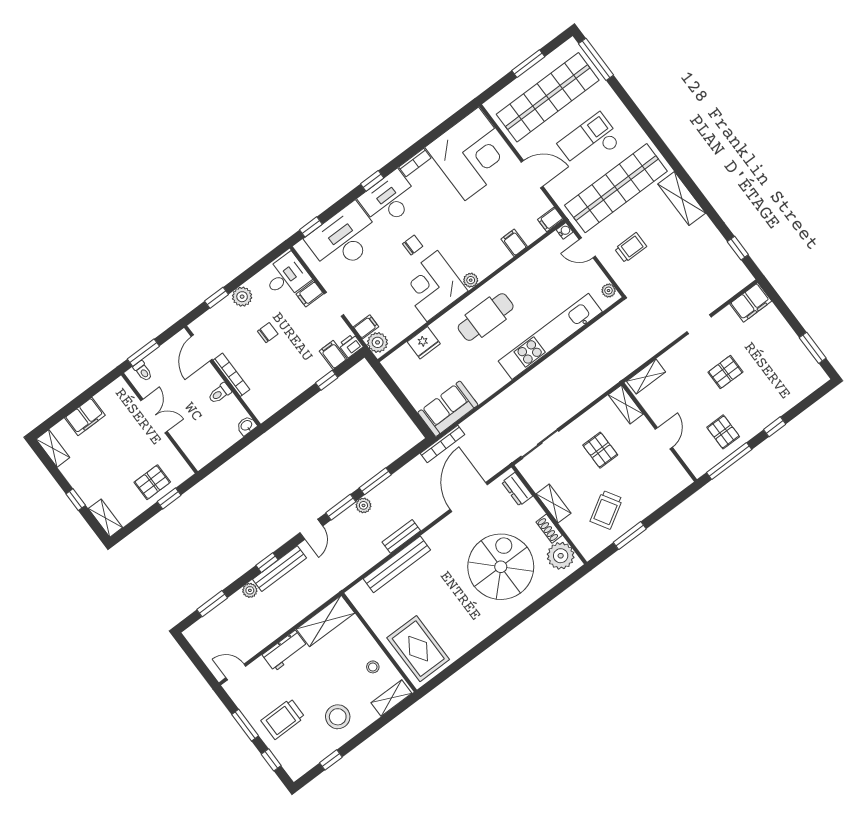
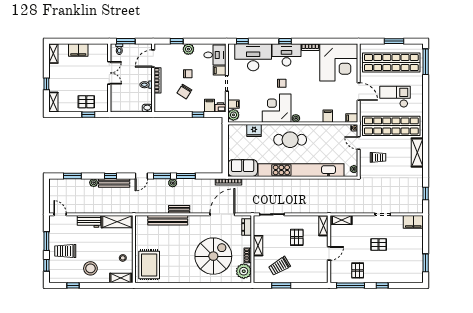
kitchen unit: (550, 336) -> (301, 170), width x1.36
chair: (282, 362) -> (184, 92), added

